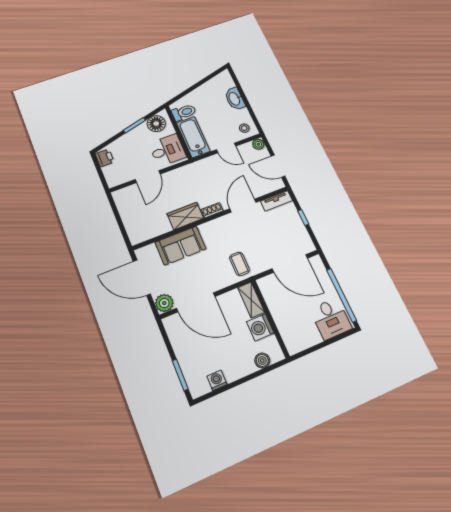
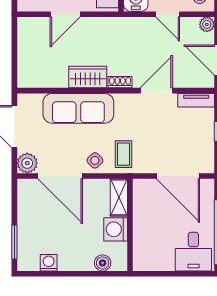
sofa: (180, 246) -> (78, 108), width x1.36
side table: (219, 278) -> (95, 160), added

